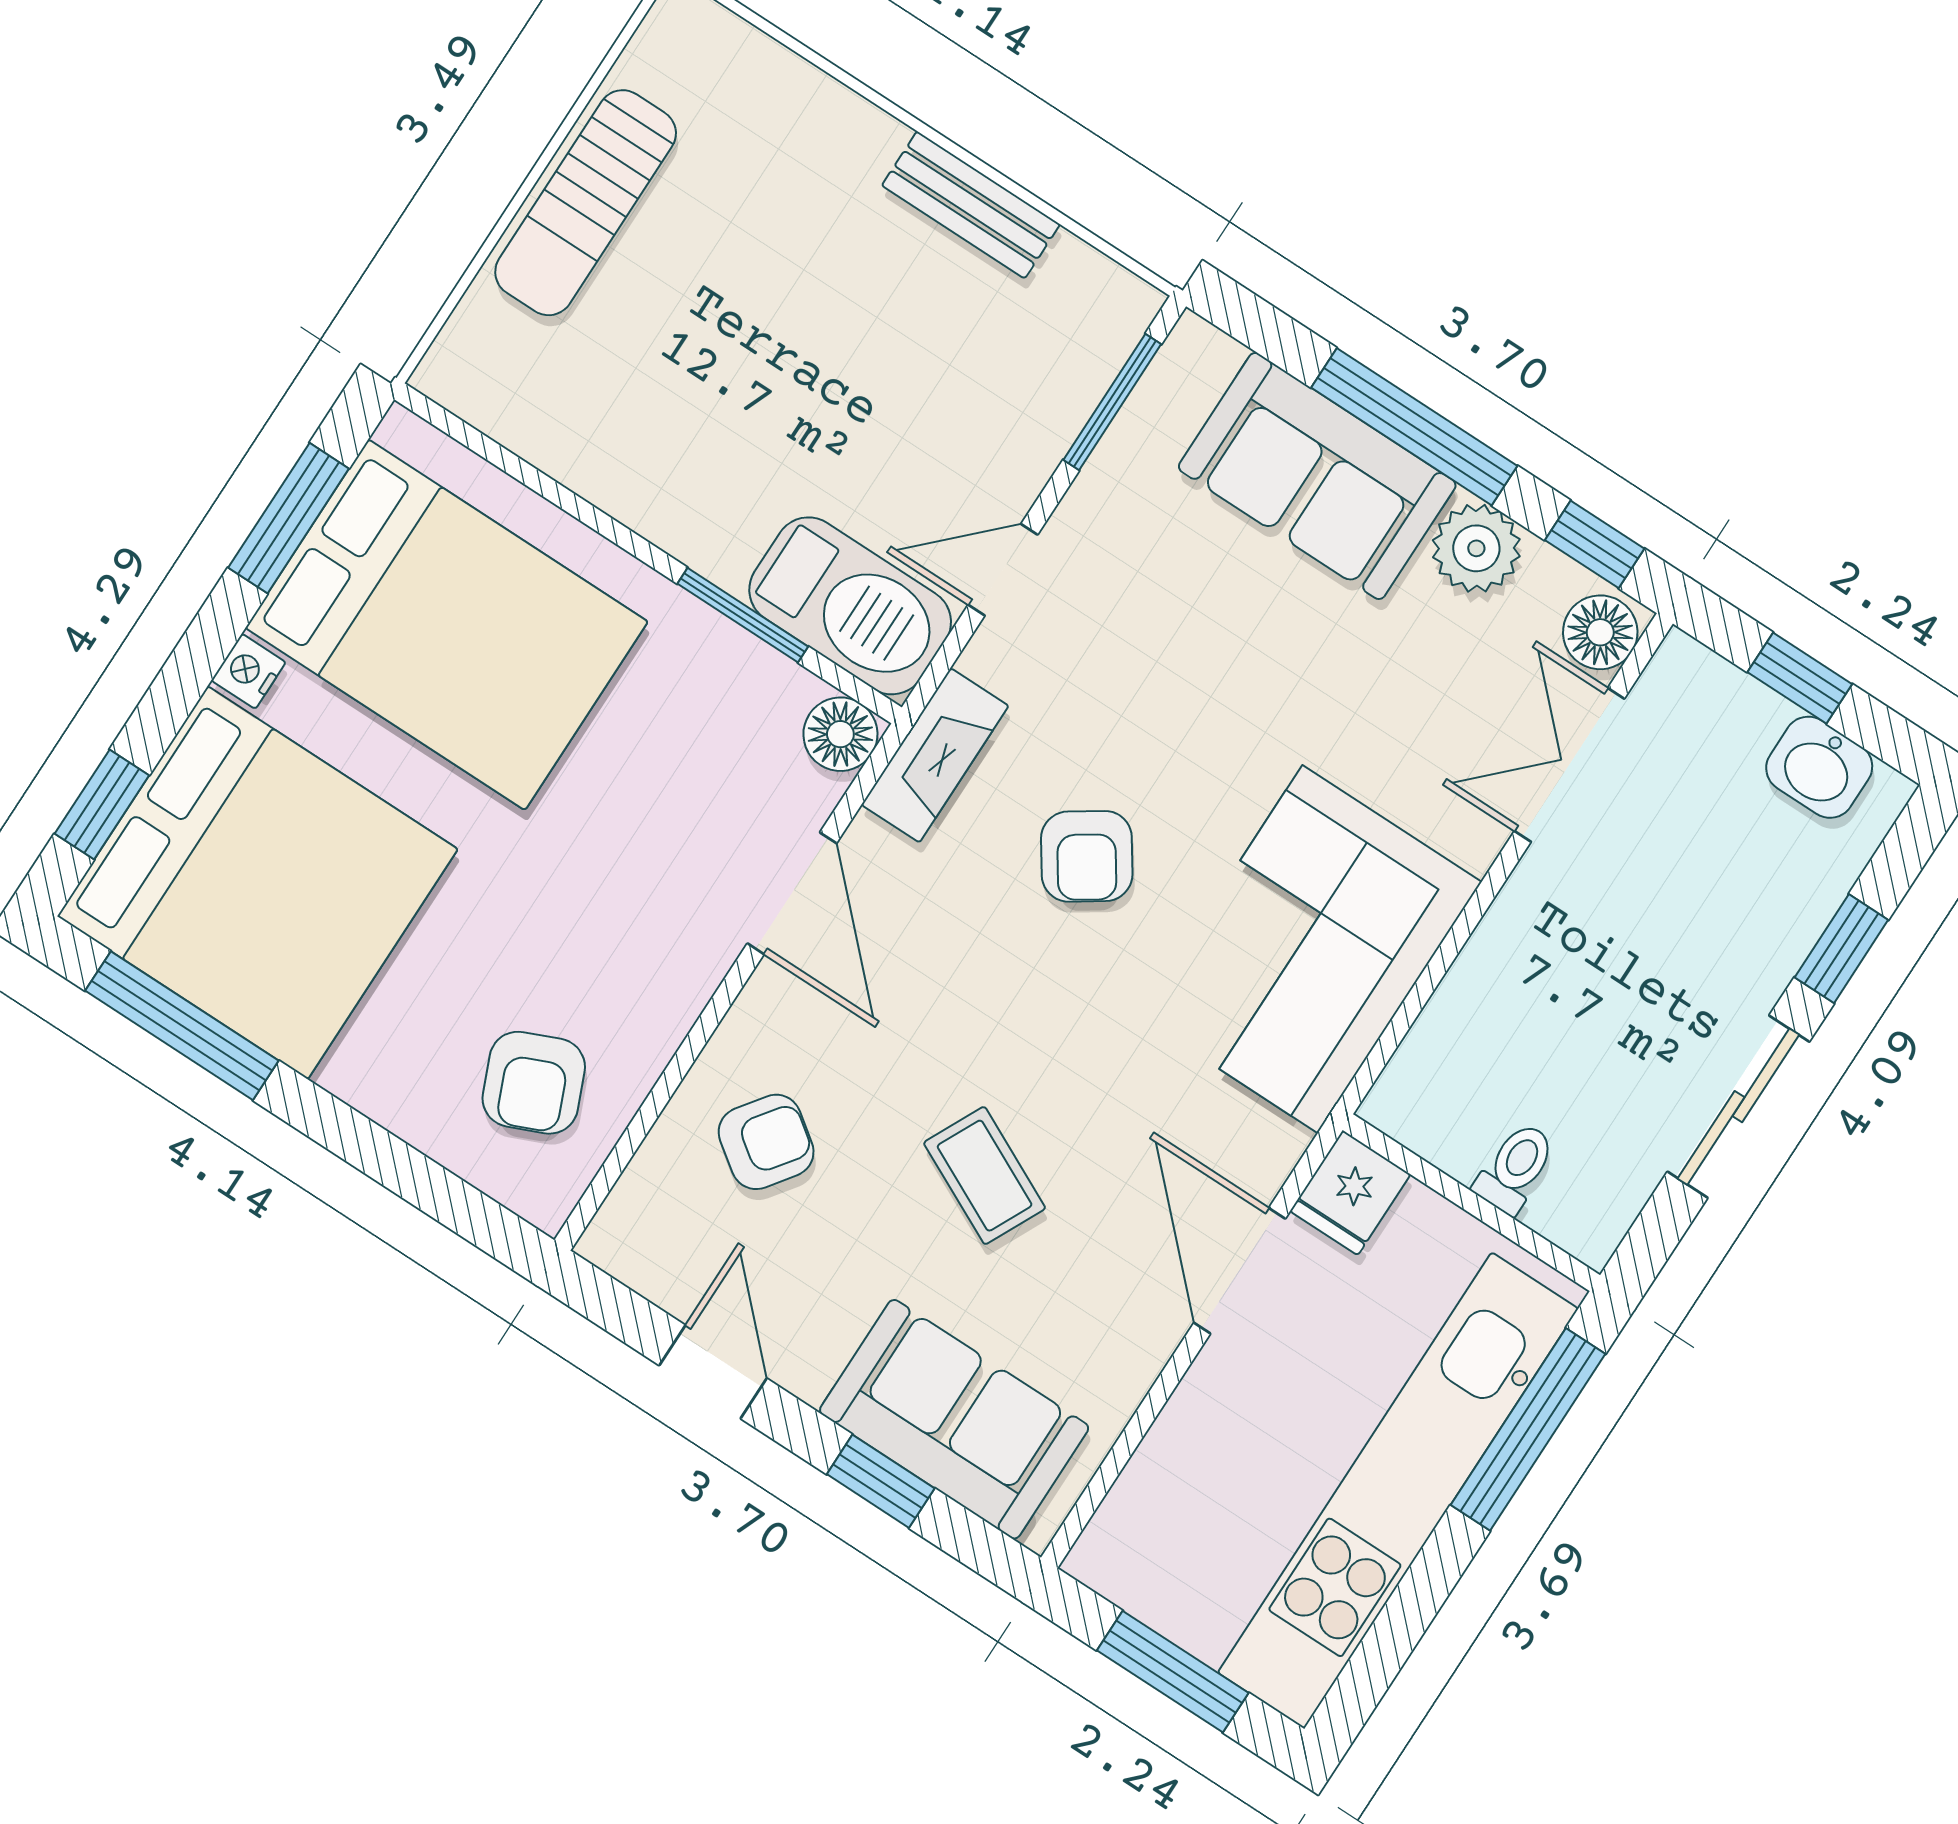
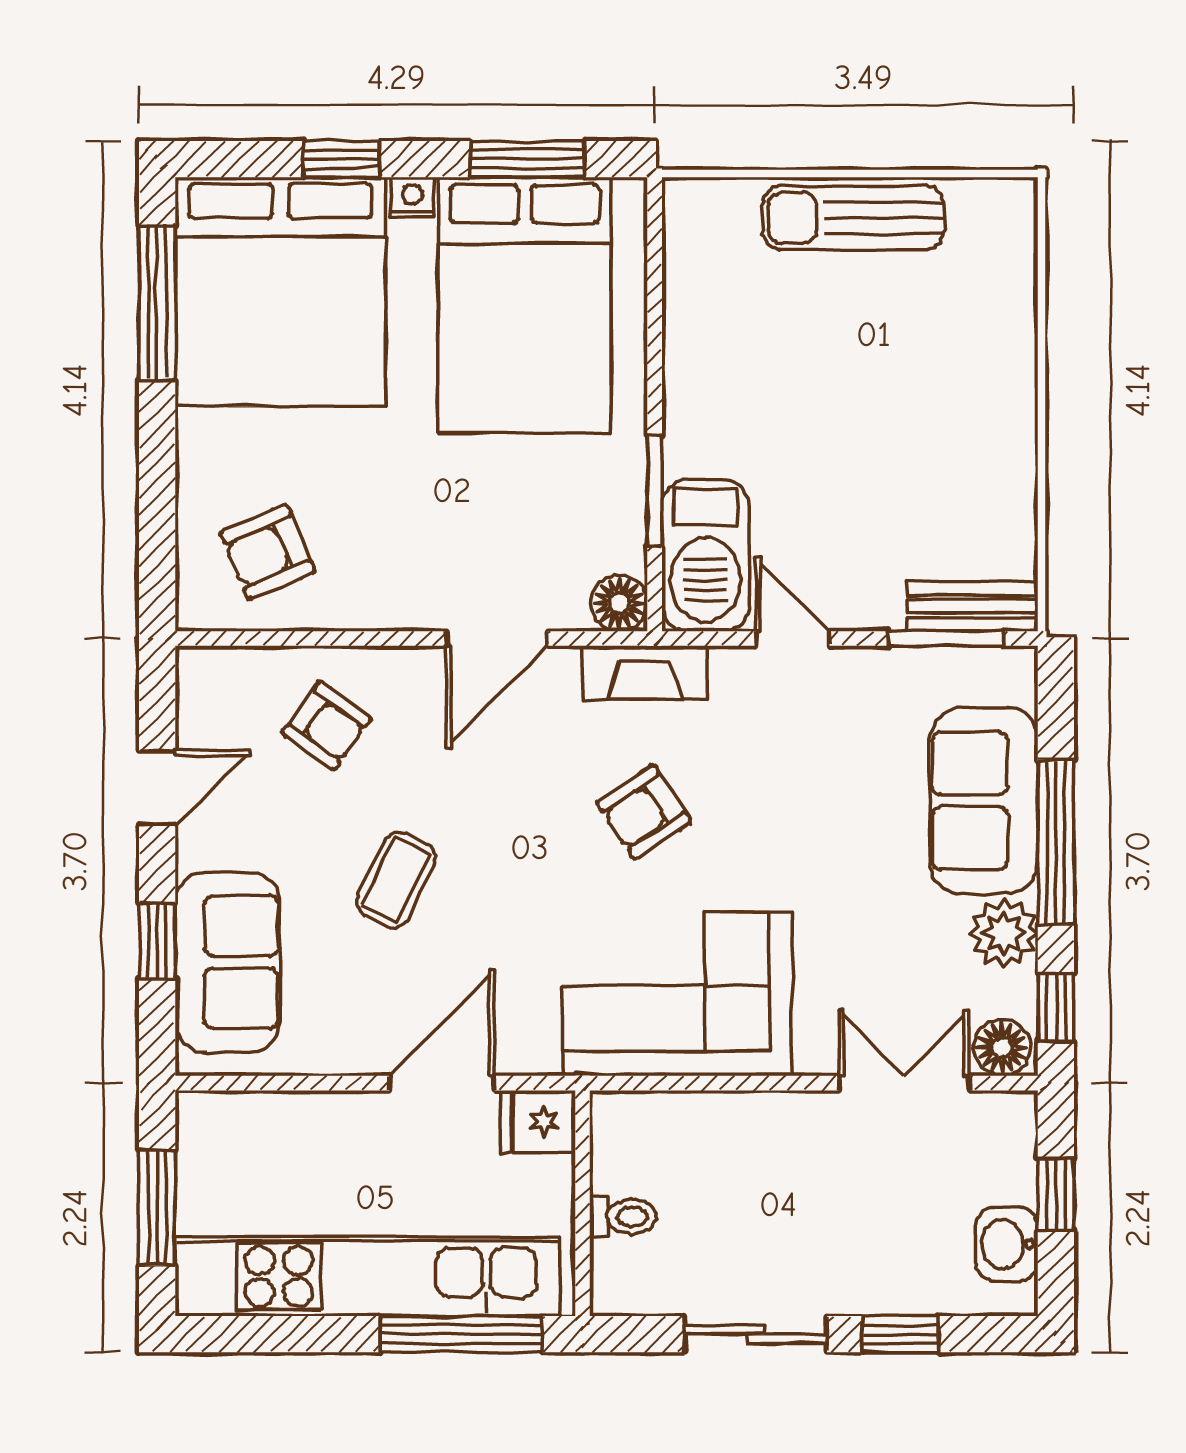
bench: (971, 205) -> (972, 606), moved, turned 90
window: (102, 804) -> (342, 159), moved

